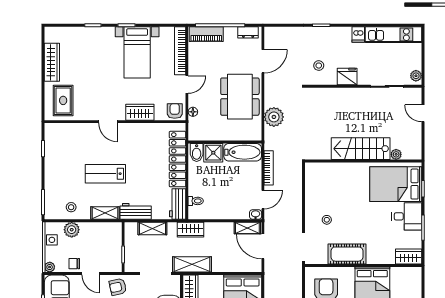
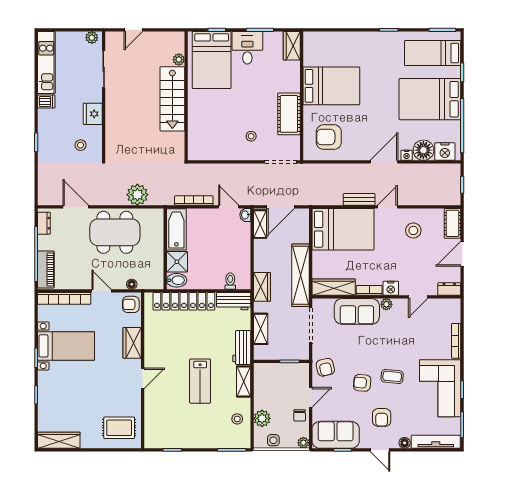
wardrobe: (52, 62) -> (59, 440), moved
shelving: (192, 264) -> (301, 275), width x1.47

